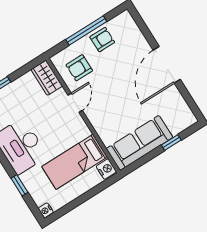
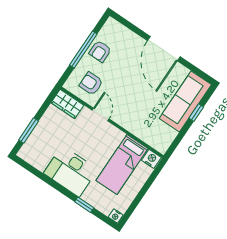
armchair: (102, 40) -> (100, 51), turned 180
armchair: (79, 68) -> (91, 84), turned 90
sofa: (140, 143) -> (185, 102), moved

